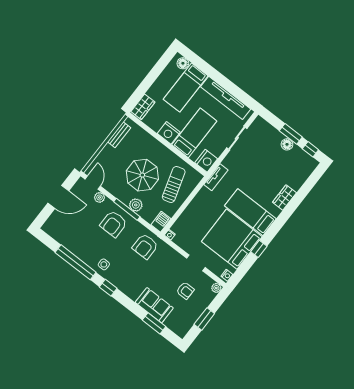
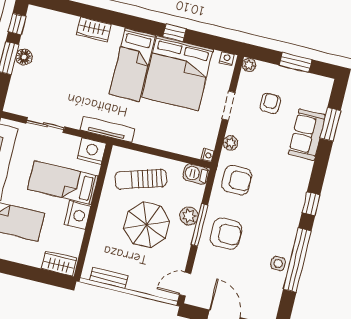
tv unit: (216, 177) -> (107, 129), width x1.41
plant: (100, 197) -> (230, 143), moved
side table: (104, 264) -> (278, 263), moved

